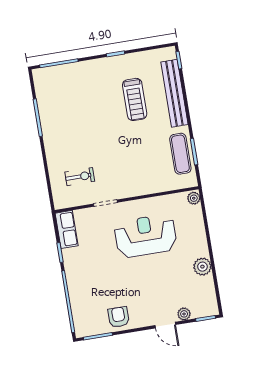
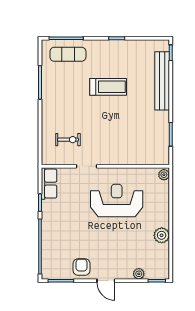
treadmill: (135, 99) -> (108, 87), moved, turned -90
exercise mat: (180, 154) -> (68, 54), moved, turned 90
door: (165, 325) -> (106, 281), moved

